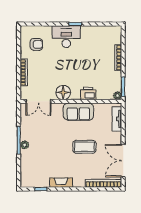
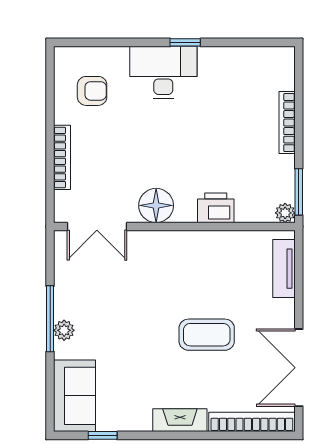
sofa: (78, 112) -> (75, 396), moved, turned -90
fireplace: (61, 183) -> (180, 420), moved

